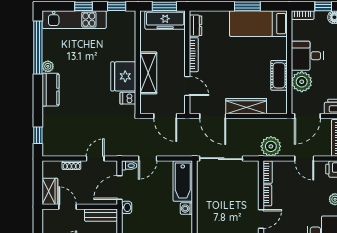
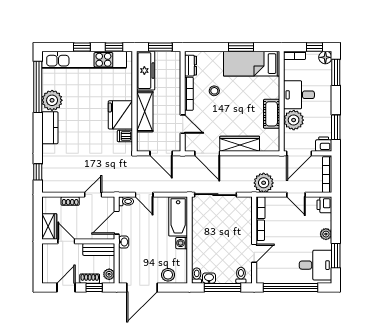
kitchen unit: (74, 20) -> (84, 60), width x1.36
freezer: (165, 20) -> (146, 71), moved, turned -90
stool: (220, 52) -> (214, 91), added
plant: (48, 66) -> (52, 100), width x1.87, depth x1.87
door: (148, 159) -> (144, 195), hinge flipped

